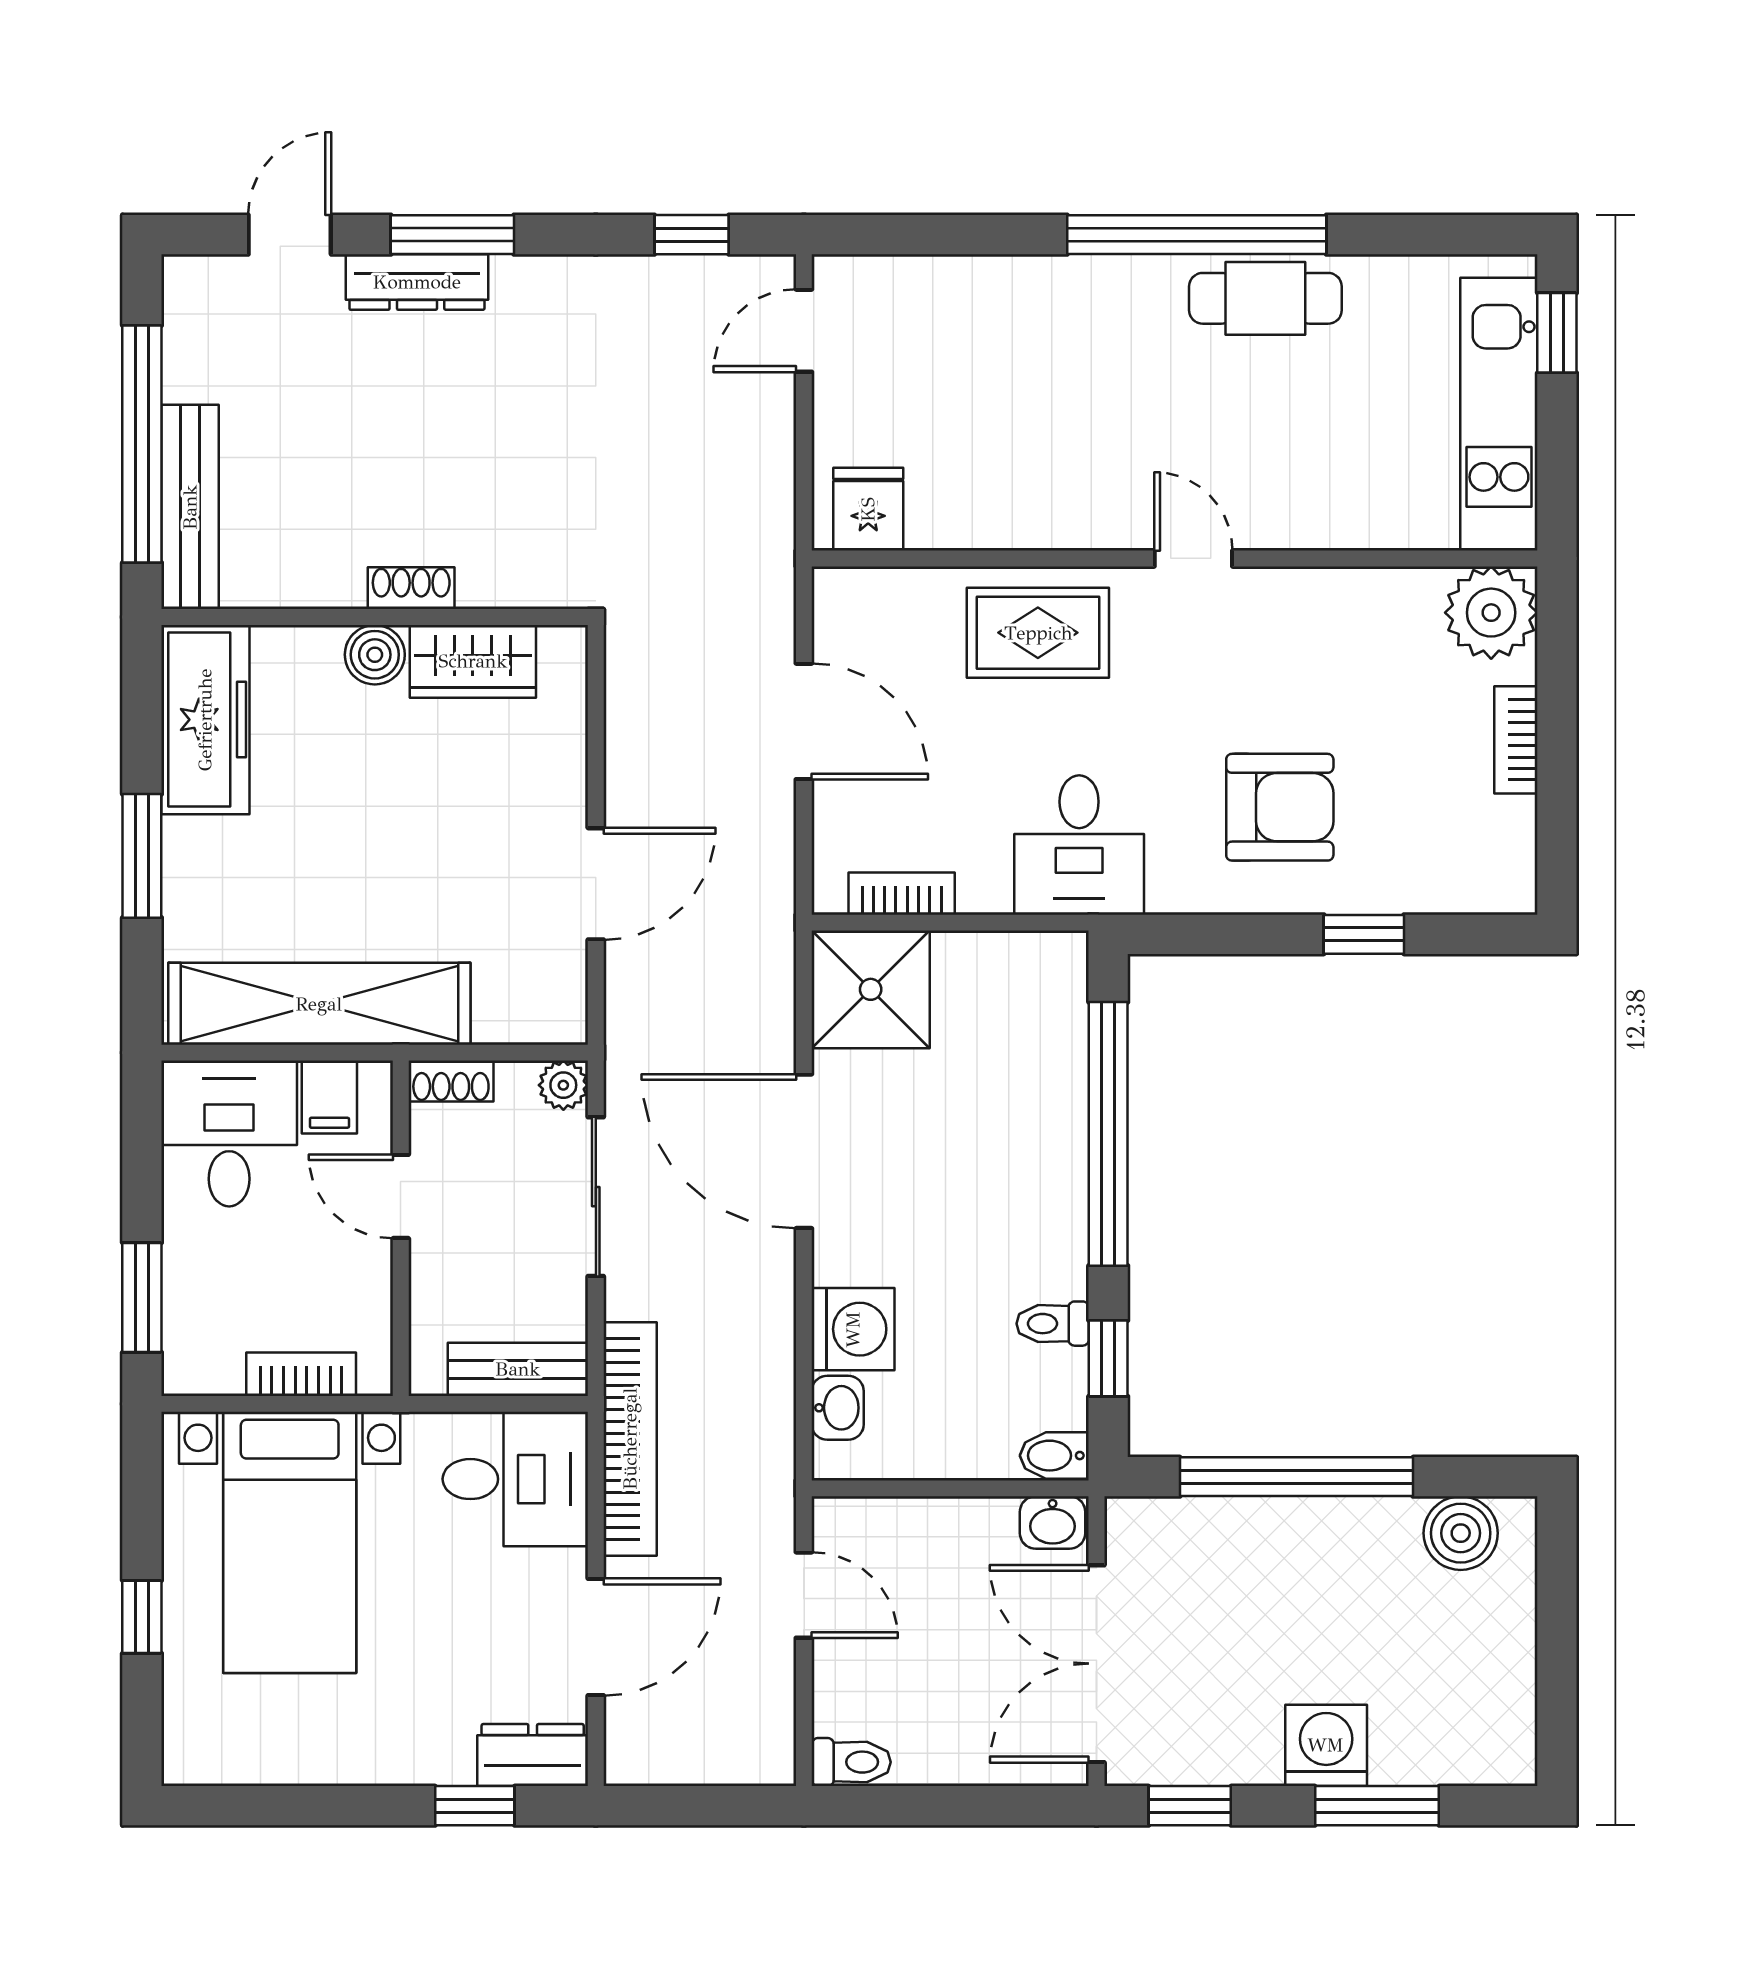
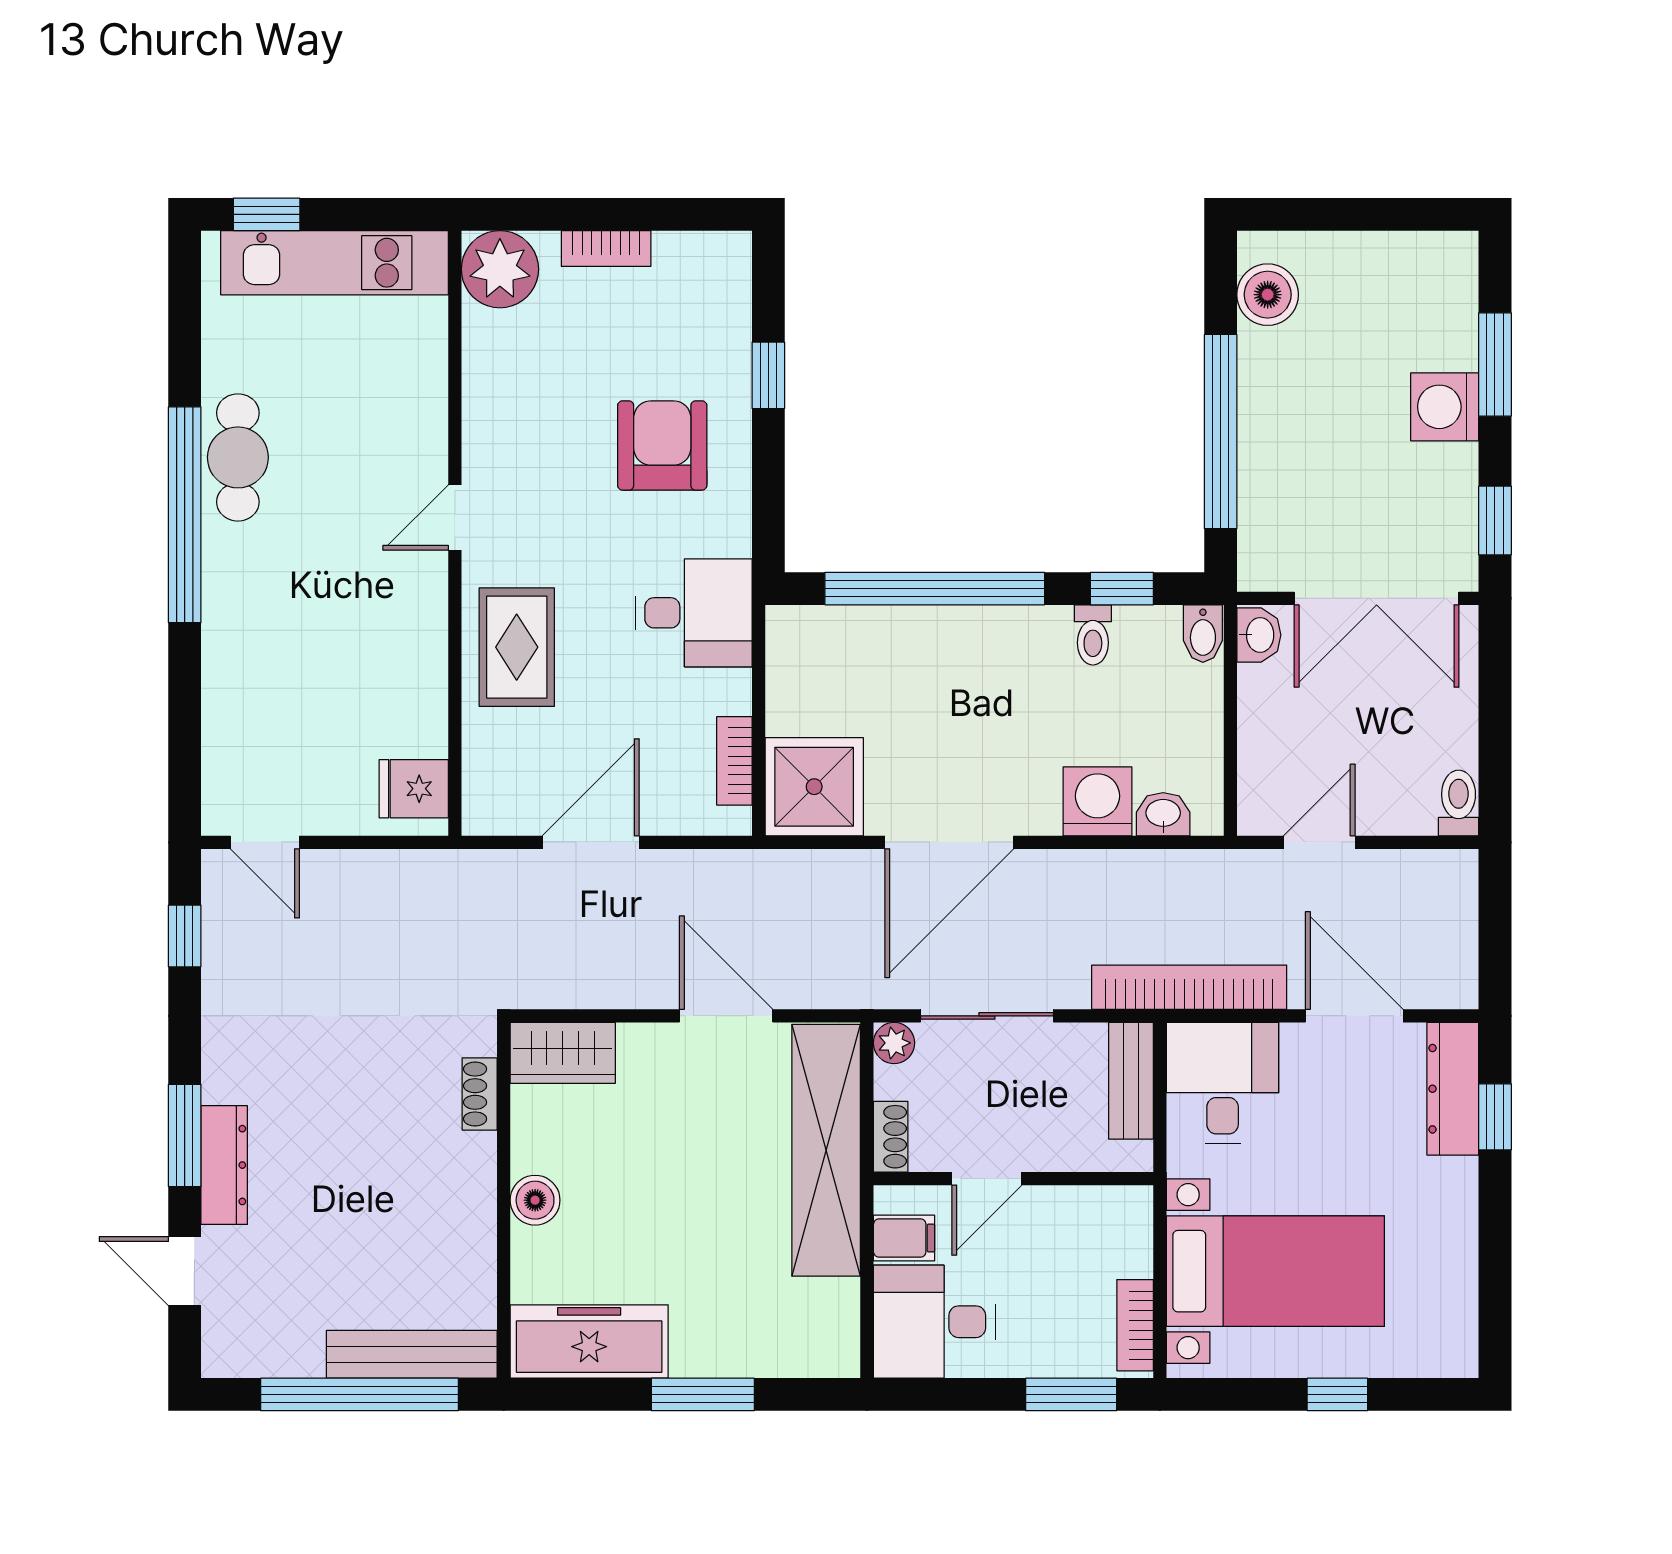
shoe rack: (411, 588) -> (480, 1094), moved
wardrobe: (473, 661) -> (563, 1053), moved, turned 90
shelving: (319, 1004) -> (826, 1150), moved
bookcase: (301, 1374) -> (1135, 1325), moved
dresser: (533, 1755) -> (1453, 1089), width x1.44

